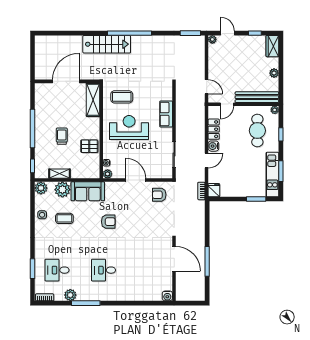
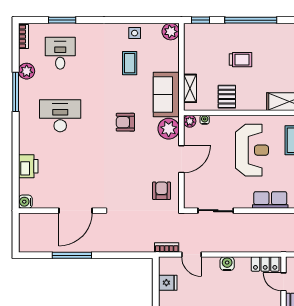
locker: (214, 129) -> (265, 264), moved
door: (207, 161) -> (191, 254), moved
shelving: (59, 174) -> (190, 88), moved
plant: (62, 190) -> (169, 129), moved
fridge: (214, 190) -> (168, 283), moved
armchair: (108, 222) -> (125, 122), turned 90
desk: (104, 270) -> (60, 116), width x1.37
printer: (141, 294) -> (28, 166), added

